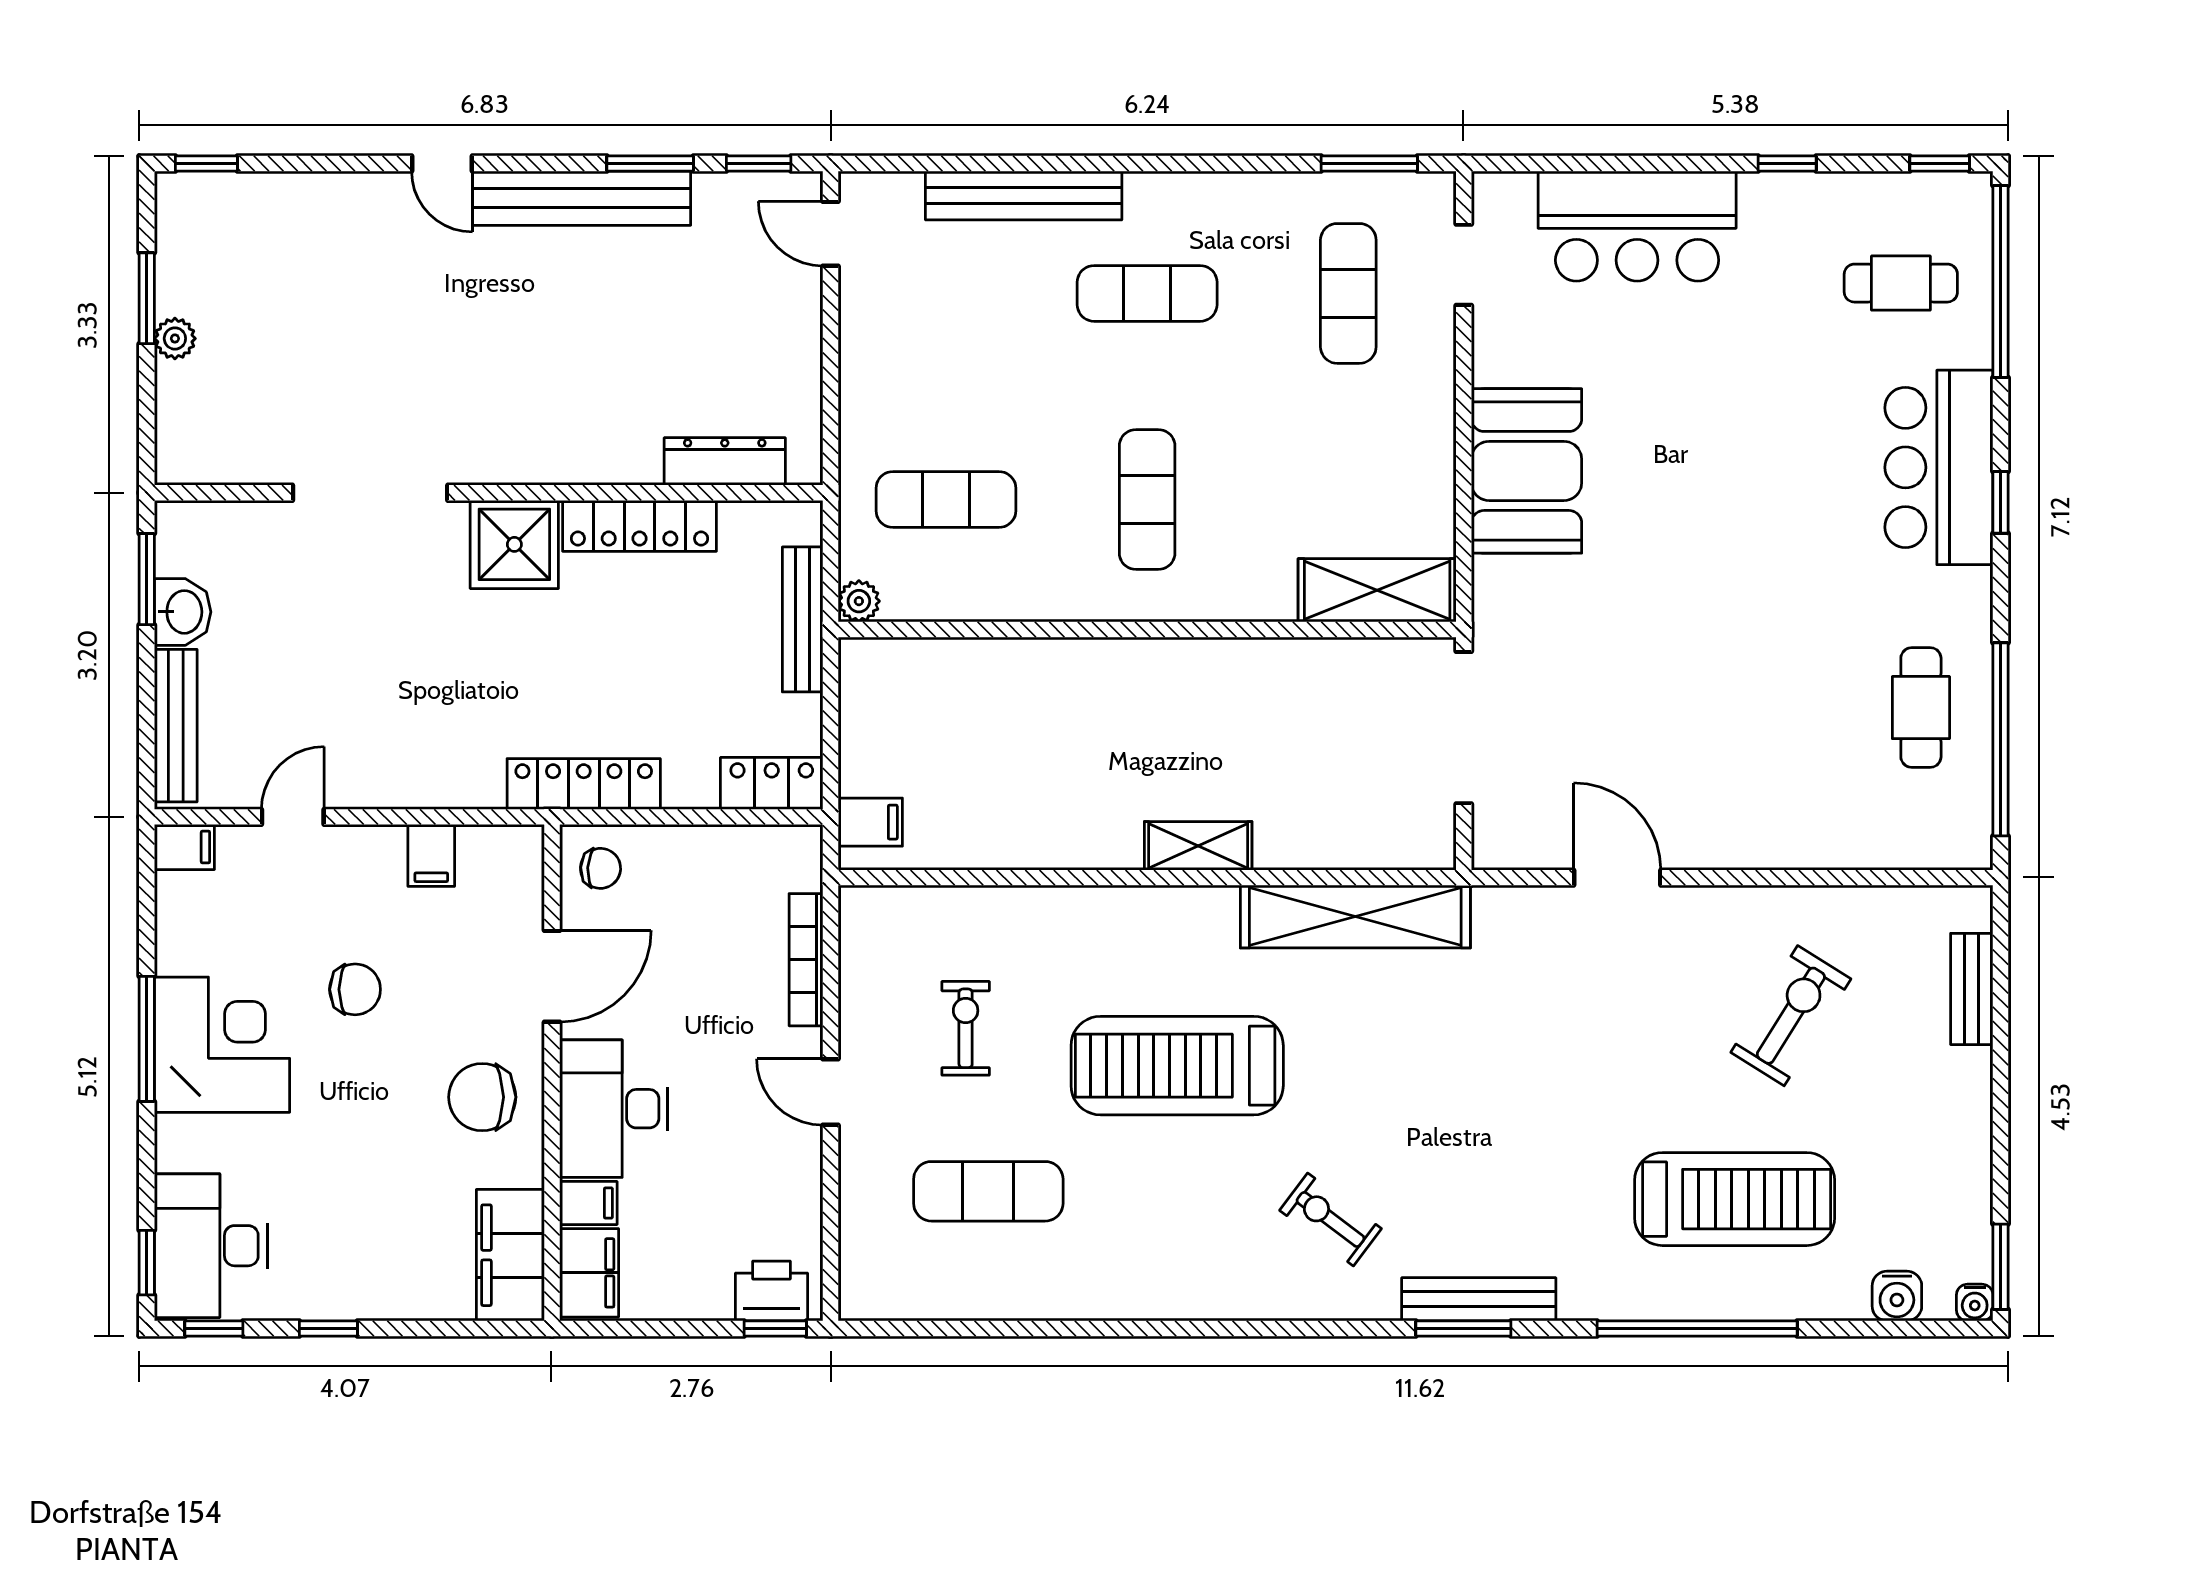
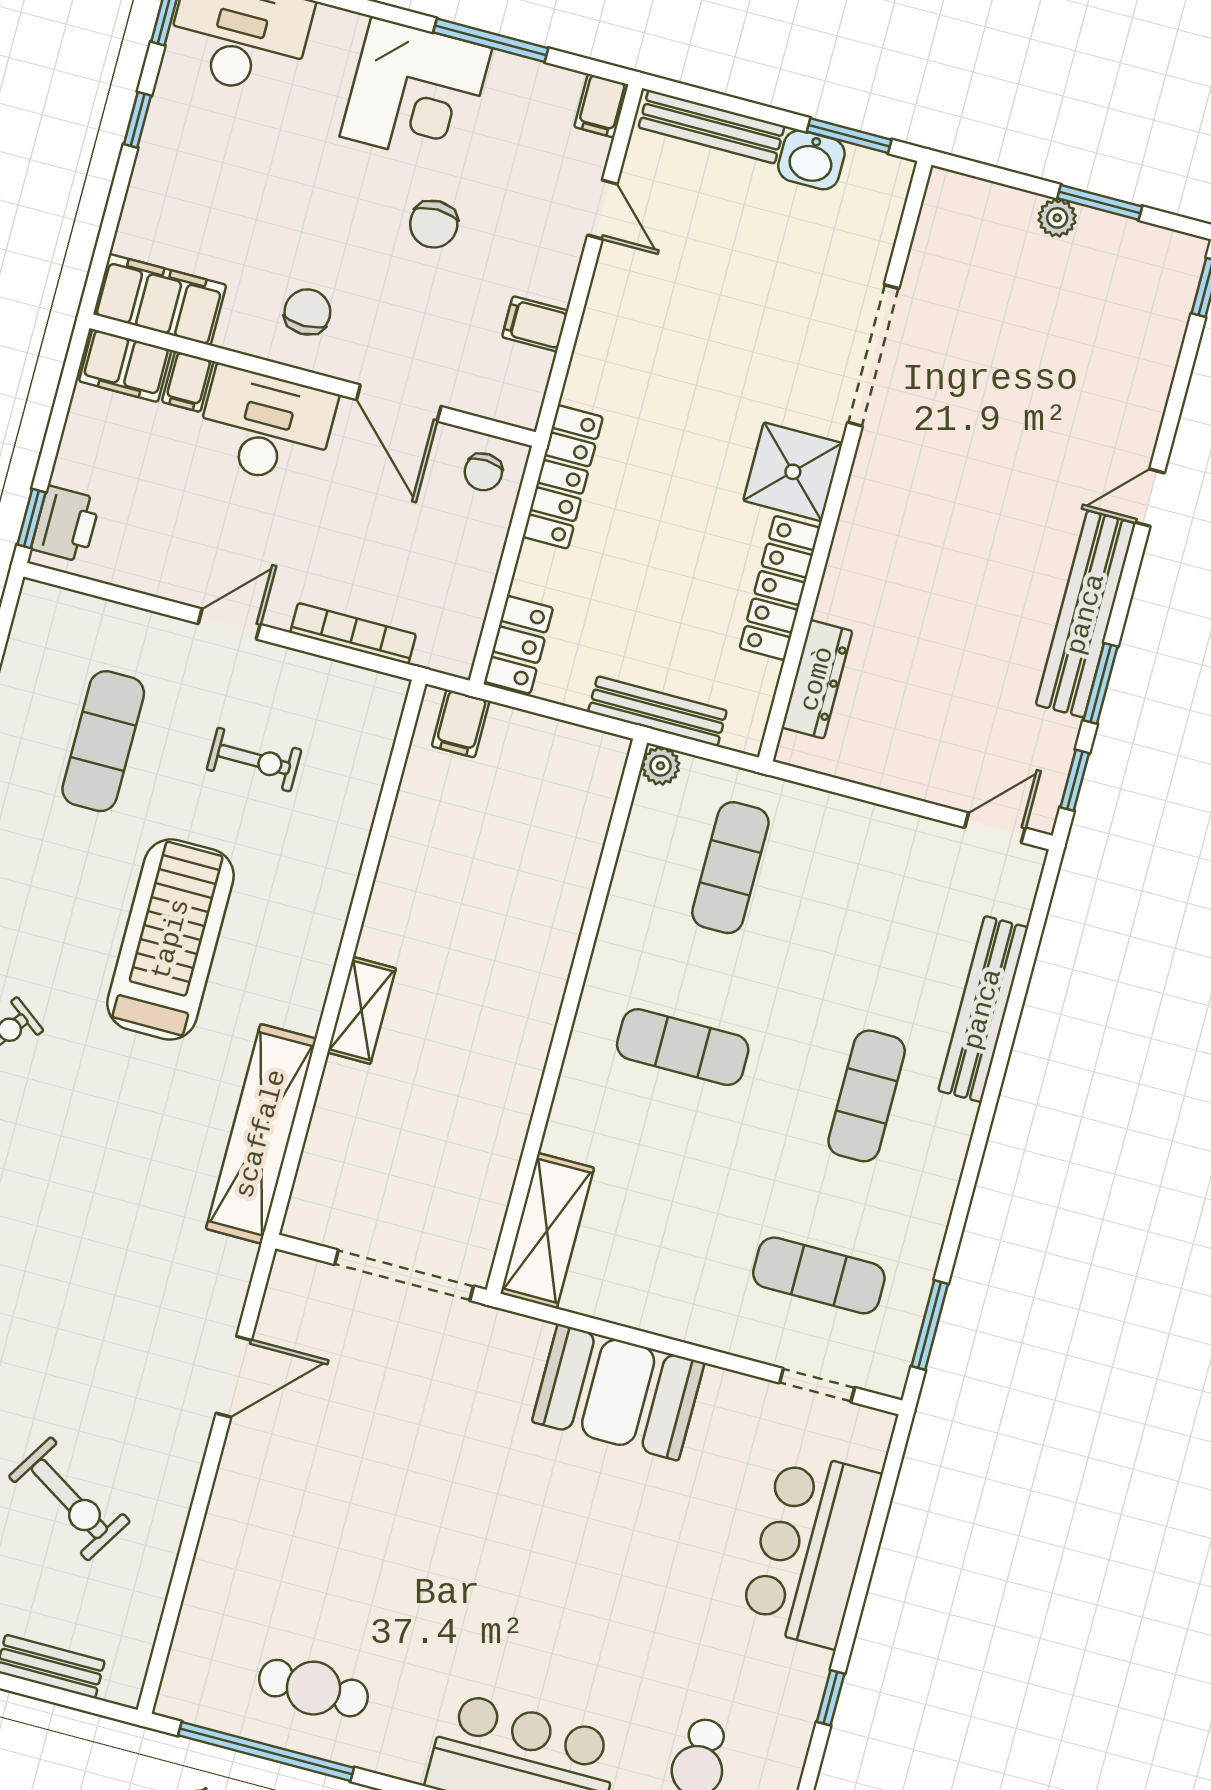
window: (147, 1039) -> (491, 40), moved
chair: (482, 1097) -> (307, 312), width x0.73, depth x0.73

